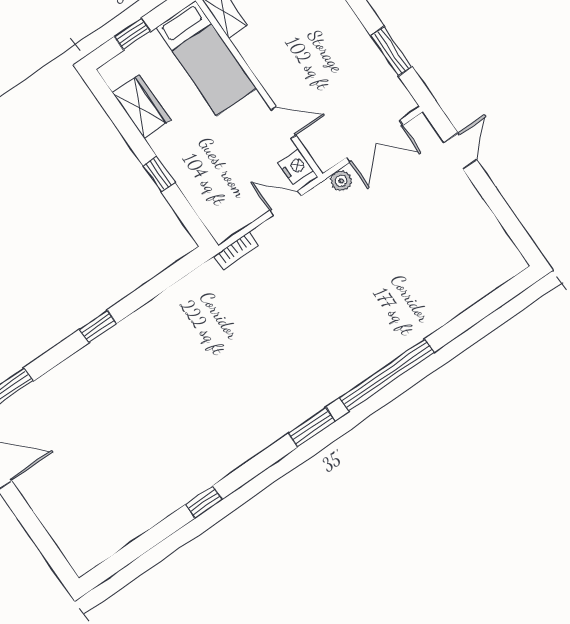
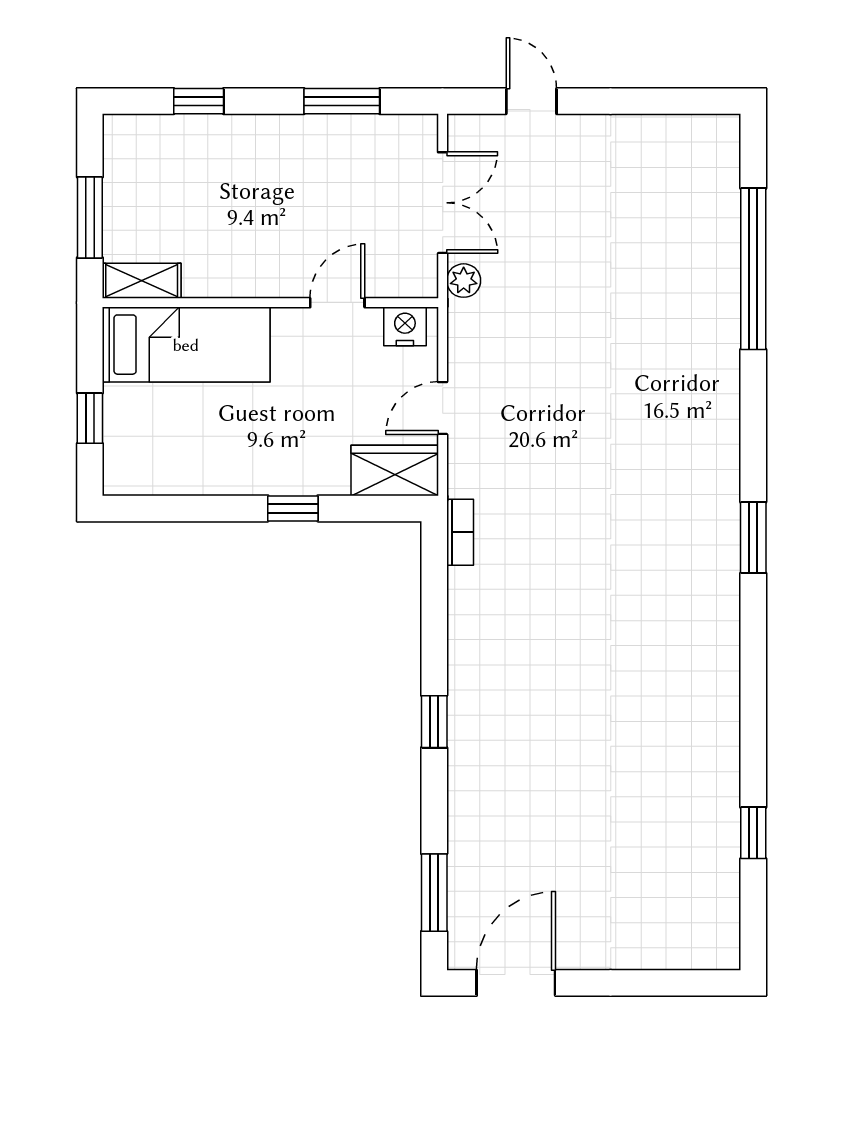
wardrobe: (142, 107) -> (395, 471), moved
door: (285, 203) -> (443, 408), moved
bookcase: (236, 251) -> (460, 532), moved
window: (387, 375) -> (753, 269), moved
window: (204, 502) -> (753, 833), moved

